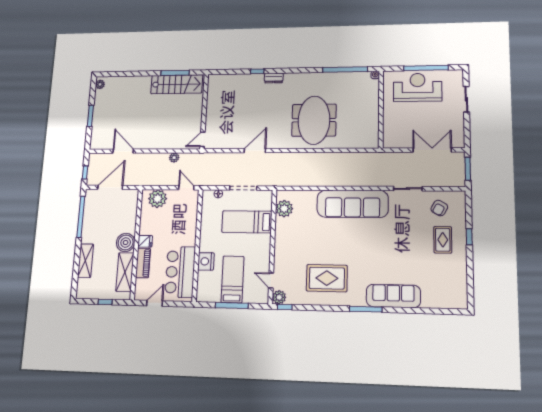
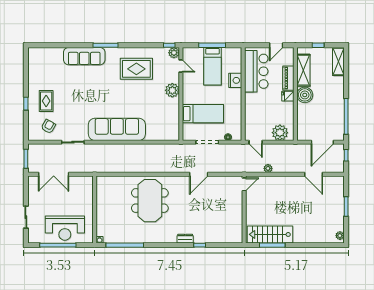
plant: (284, 209) -> (172, 90), moved
shelving: (85, 261) -> (338, 61), moved

